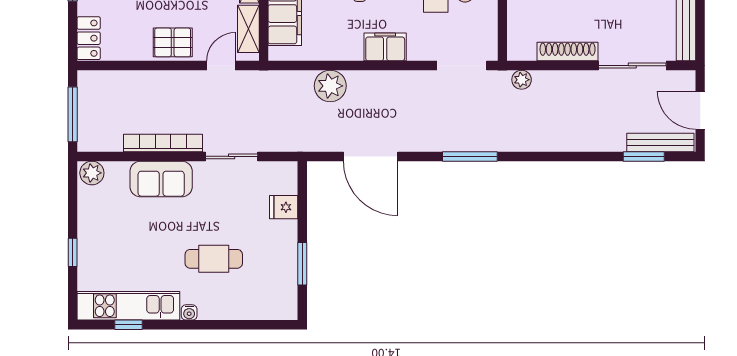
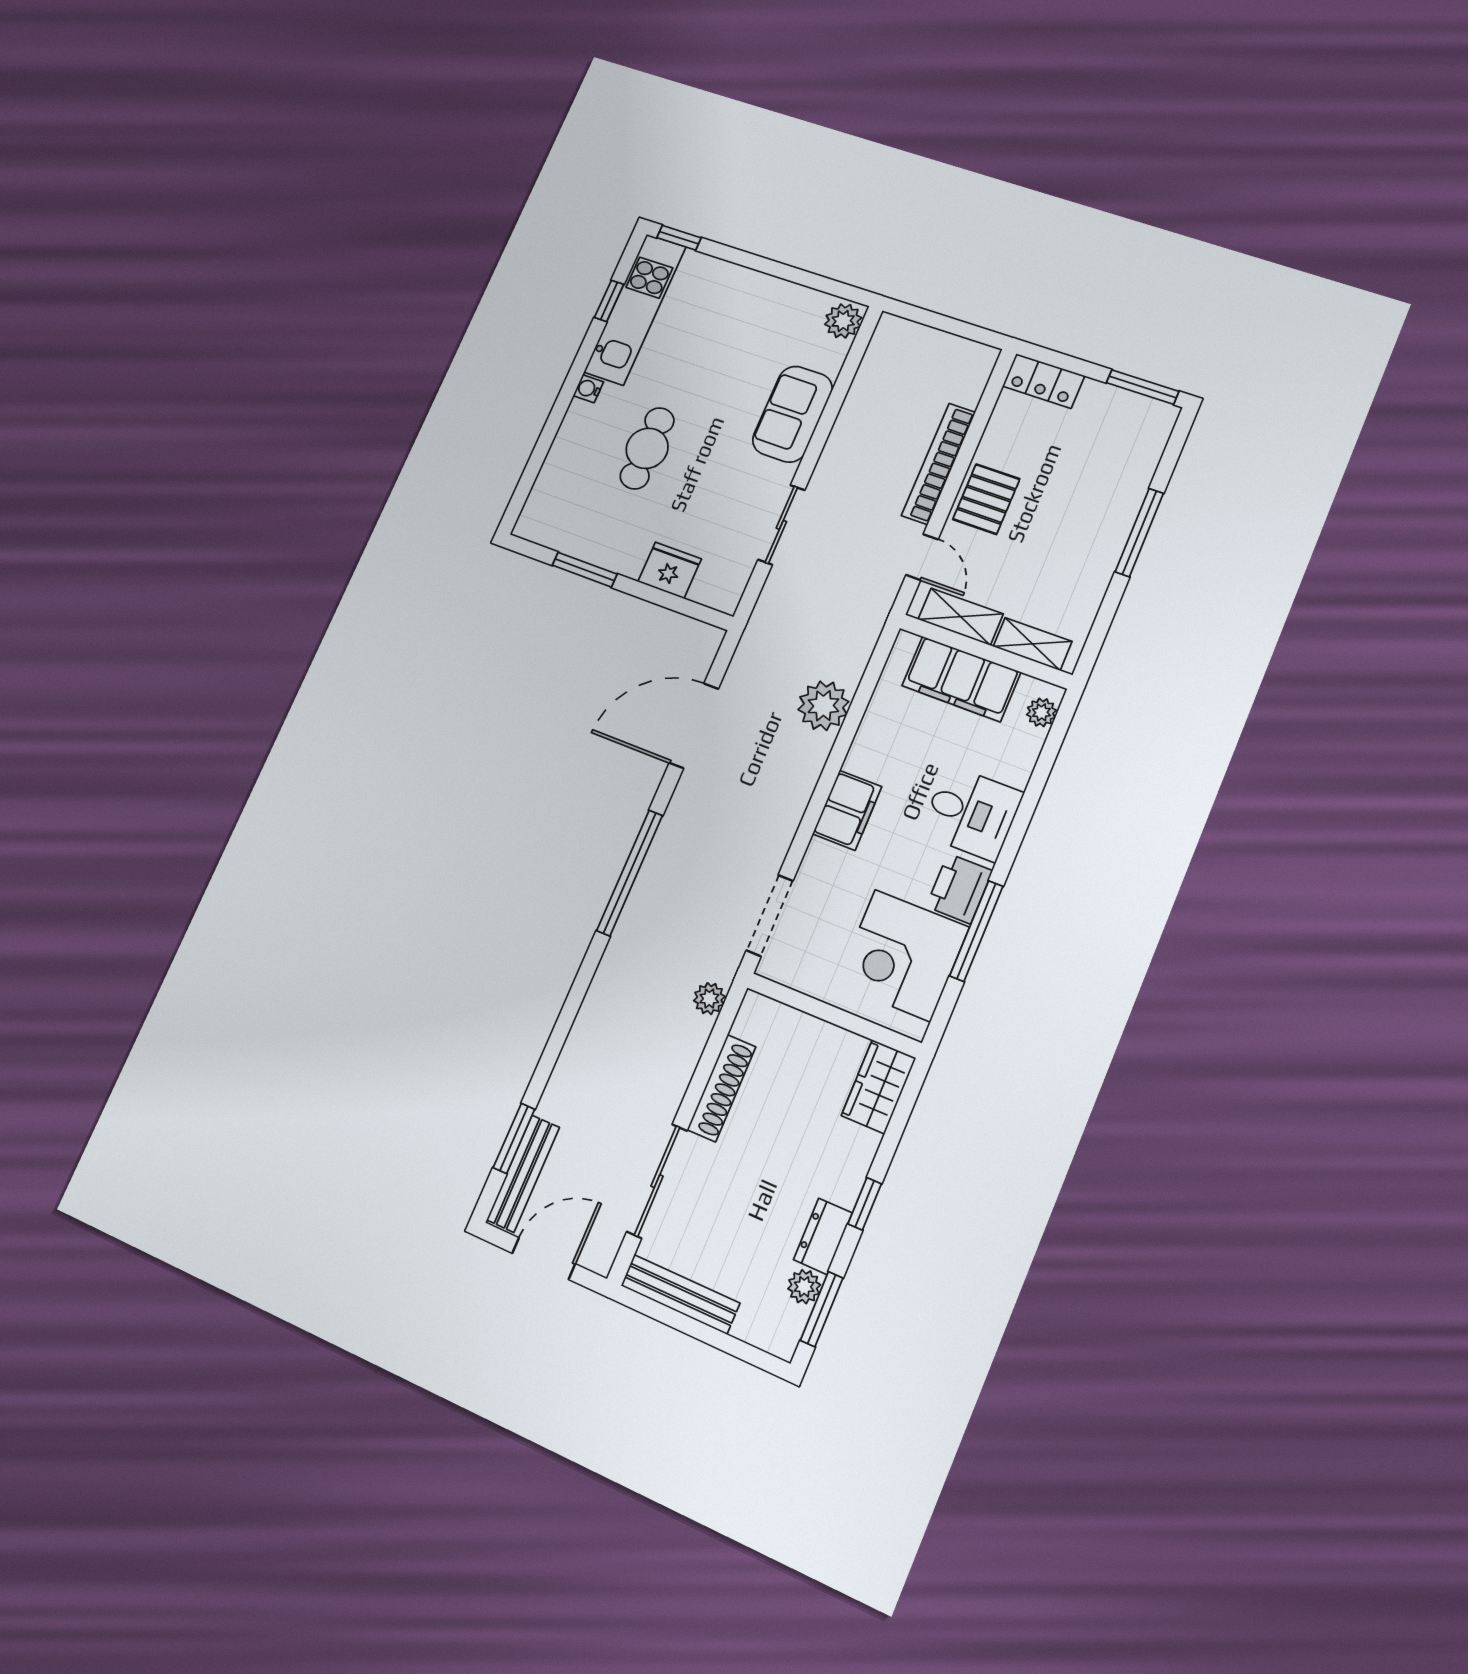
window: (73, 114) -> (940, 322), removed
bookcase: (163, 143) -> (939, 464), moved, turned 180
window: (470, 156) -> (630, 873), width x1.46
fridge: (284, 207) -> (670, 570), width x1.38
window: (73, 252) -> (679, 238), moved

